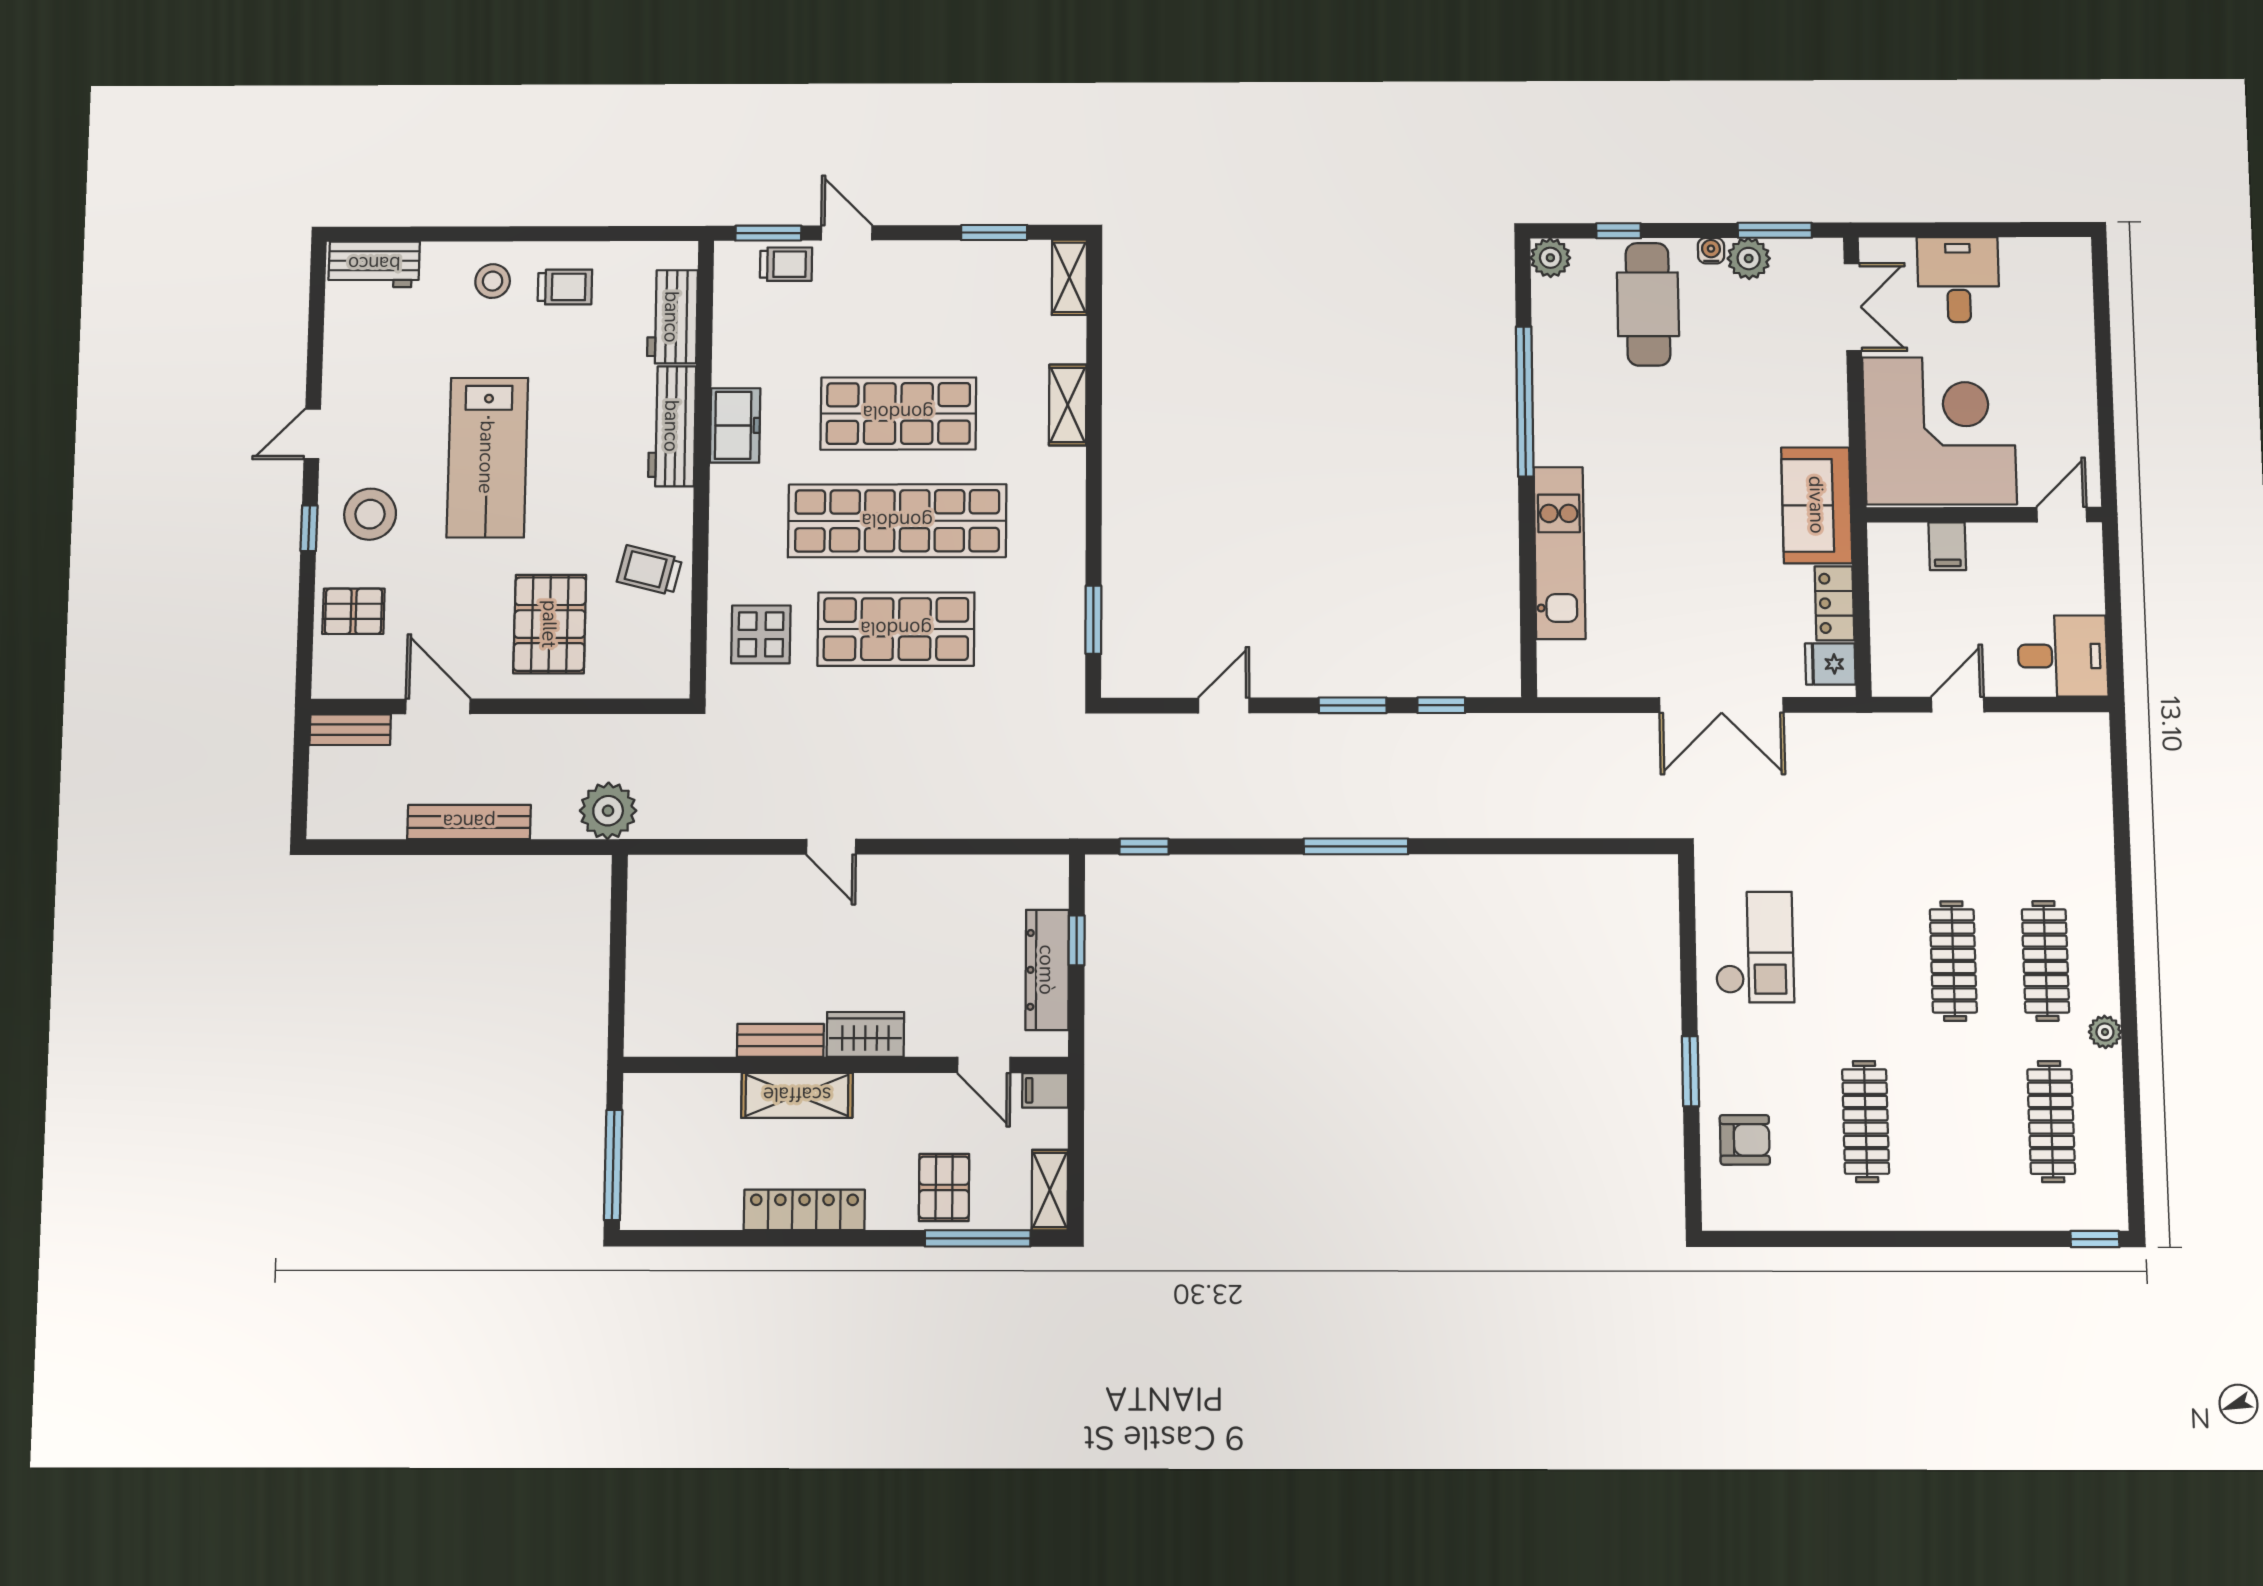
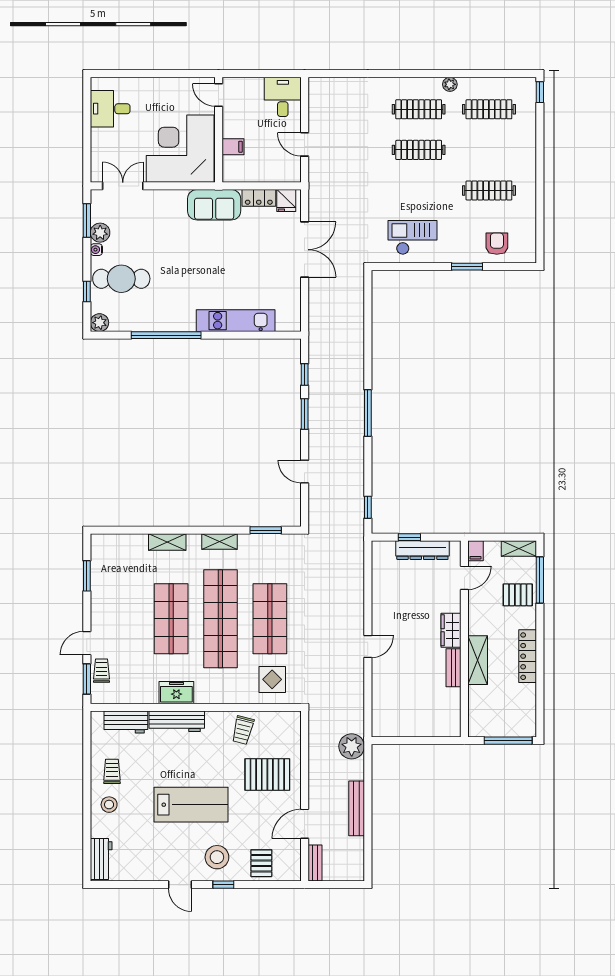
shelving: (1069, 277) -> (219, 541), moved
desk: (1958, 280) -> (110, 109), moved

